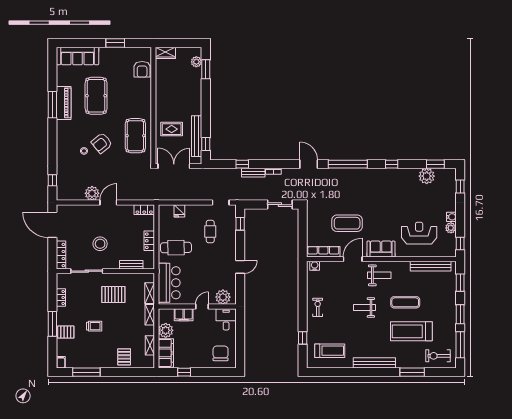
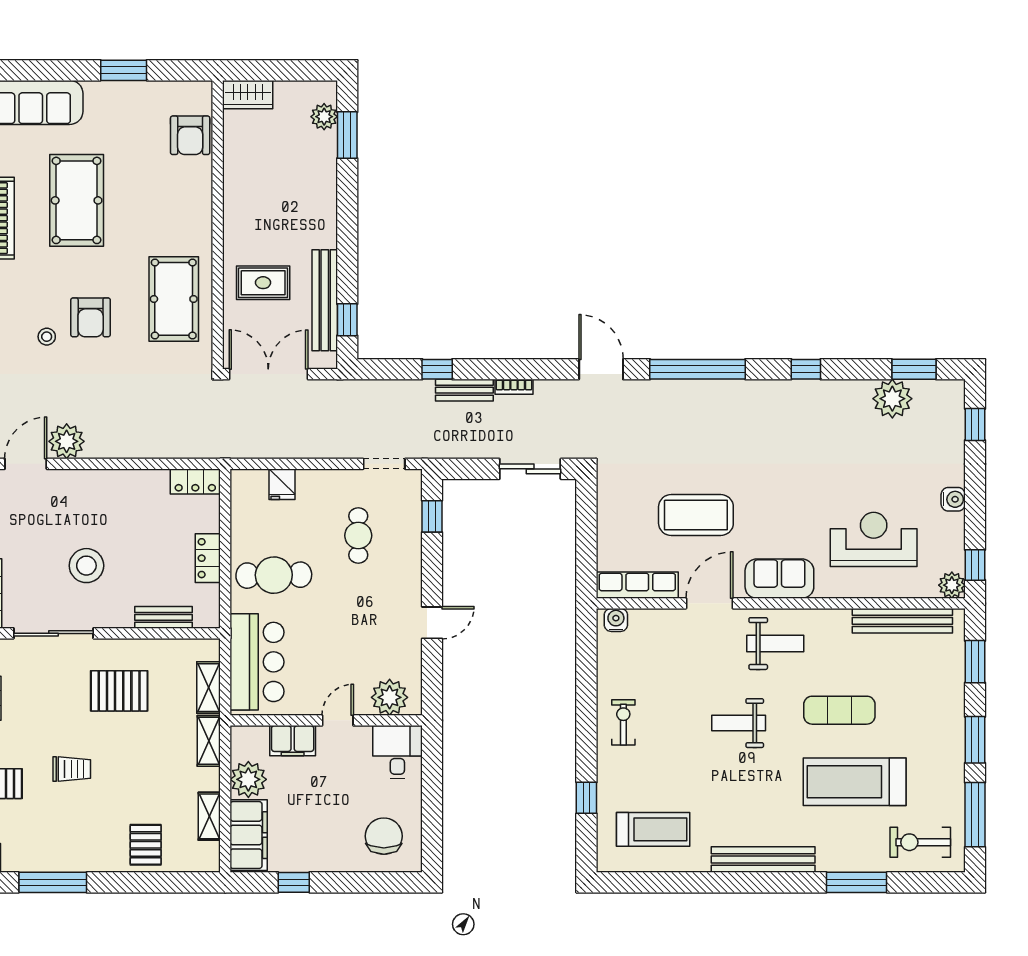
armchair: (102, 143) -> (91, 317), turned -51
door: (108, 203) -> (26, 464), moved
plant: (451, 228) -> (952, 585), moved

